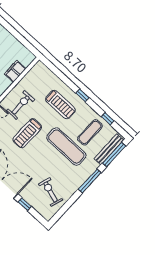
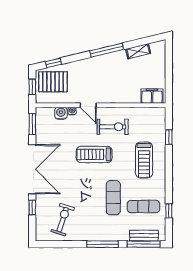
filing cabinet: (15, 71) -> (152, 96), moved
window: (83, 96) -> (169, 137), moved
exercise mat: (66, 147) -> (113, 198), width x0.73, depth x0.69
bench: (109, 149) -> (144, 236), width x0.73

